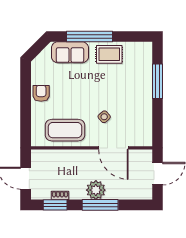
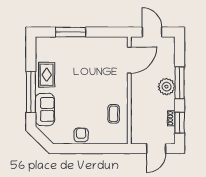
armchair: (41, 93) -> (81, 135), turned 90
side table: (104, 117) -> (102, 79), removed
coffee table: (65, 130) -> (114, 114), width x0.54, depth x0.58
door: (113, 148) -> (129, 60), moved

